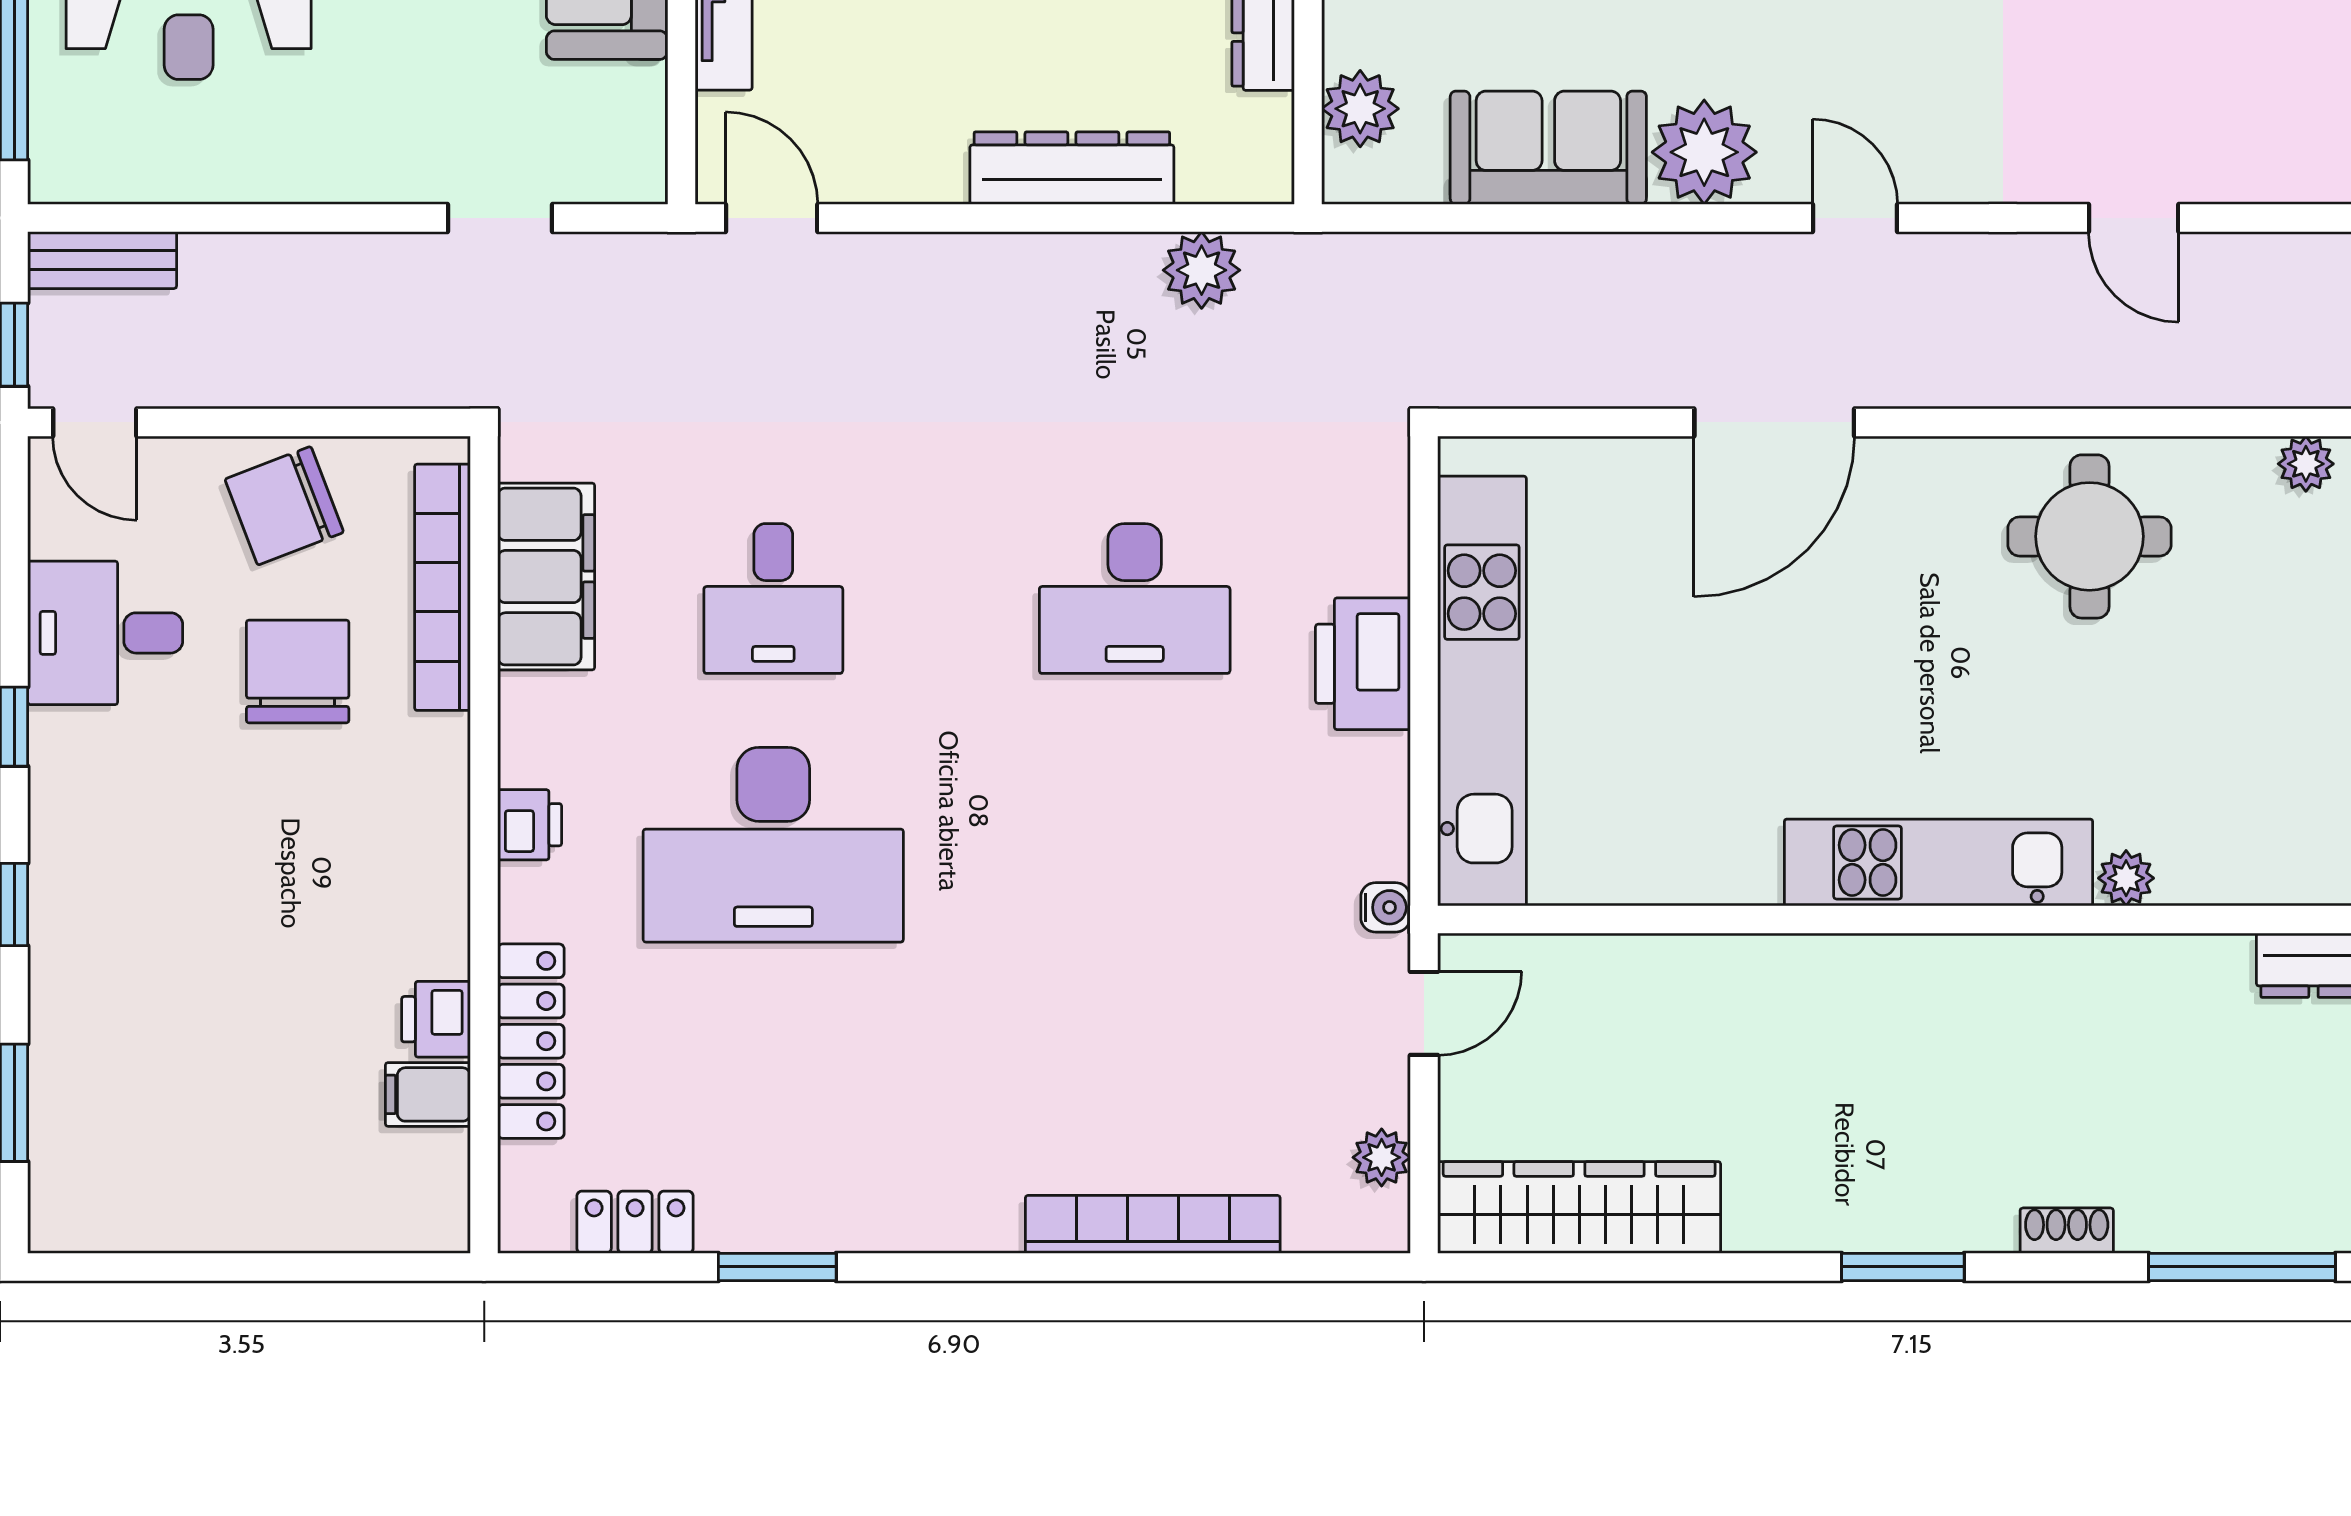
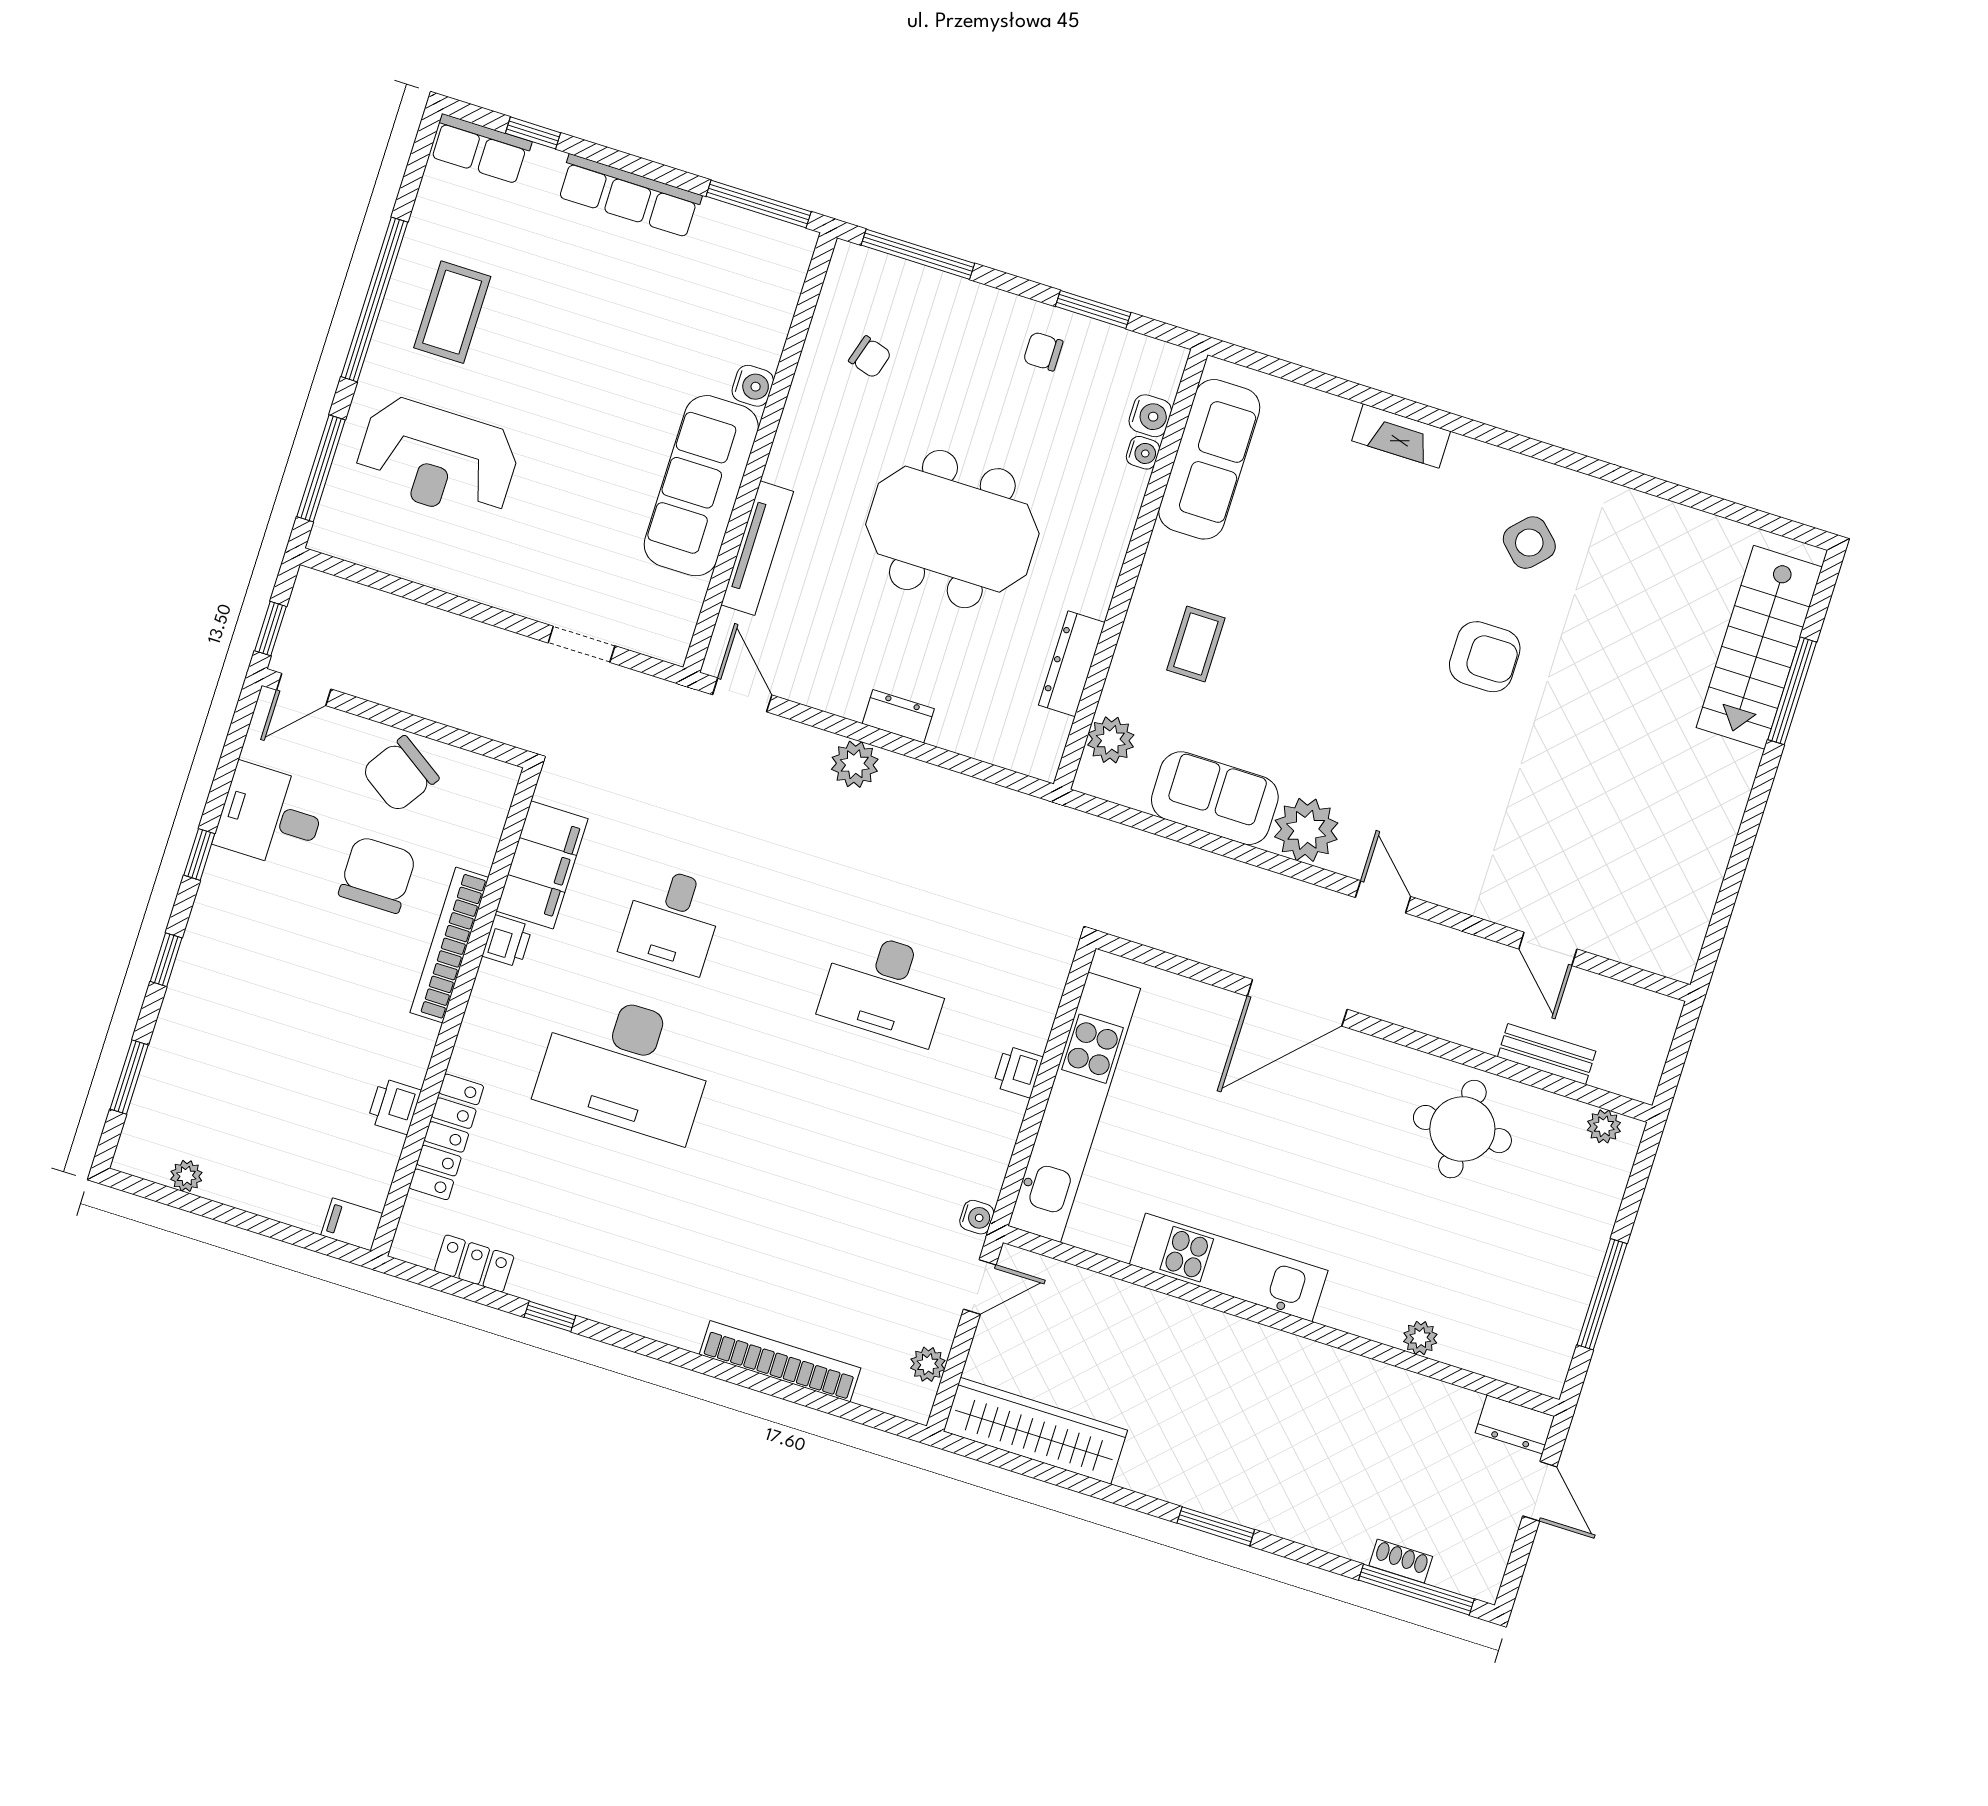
dresser: (1072, 168) -> (898, 716), width x0.51, depth x0.80
bench: (102, 260) -> (1547, 1054), moved
plant: (1202, 270) -> (855, 764), moved
door: (95, 422) -> (304, 690), hinge flipped
chair: (284, 506) -> (400, 774), turned -35
bookcase: (442, 587) -> (449, 945), moved
printer: (1363, 664) -> (1018, 1072), width x0.53, depth x0.68
printer: (530, 825) -> (507, 941), moved
kitchen unit: (1939, 862) -> (1229, 1267), moved
filing cabinet: (428, 1094) -> (352, 1224), moved
plant: (150, 1227) -> (186, 1176), added
shoe rack: (2067, 1231) -> (1401, 1561), moved
window: (777, 1267) -> (550, 1316), width x0.67

